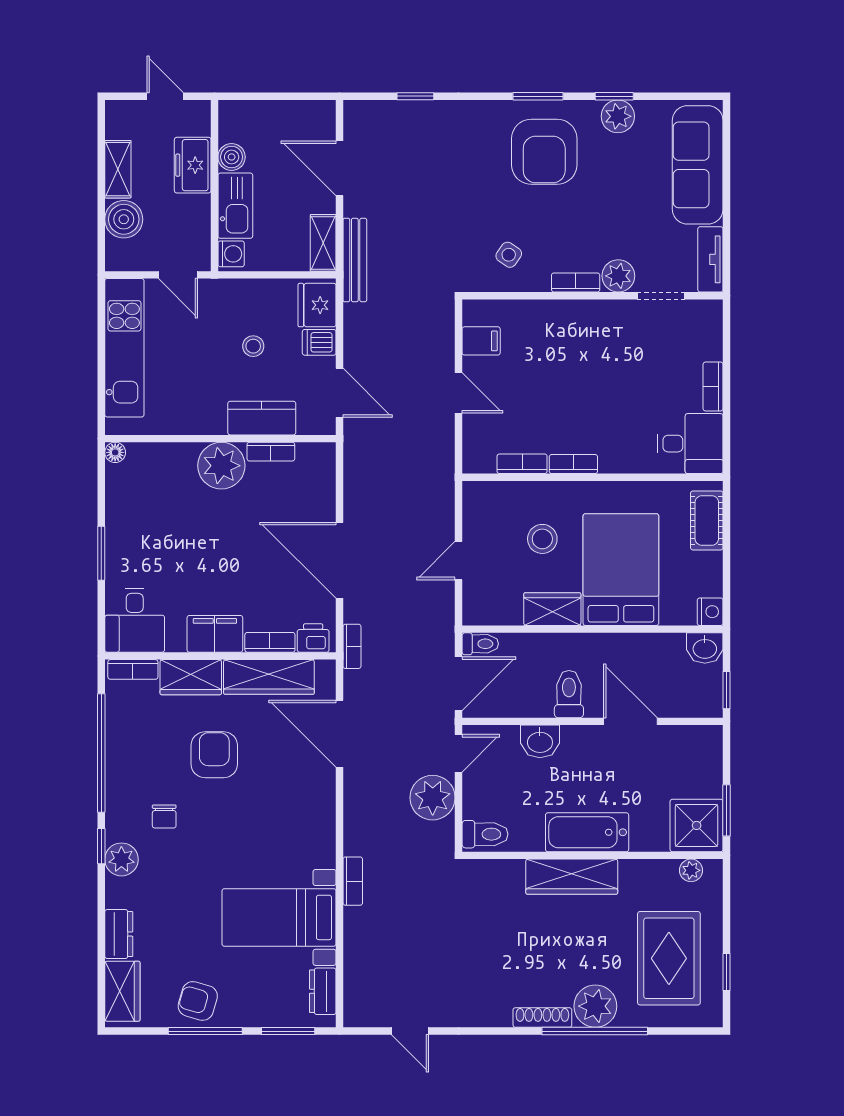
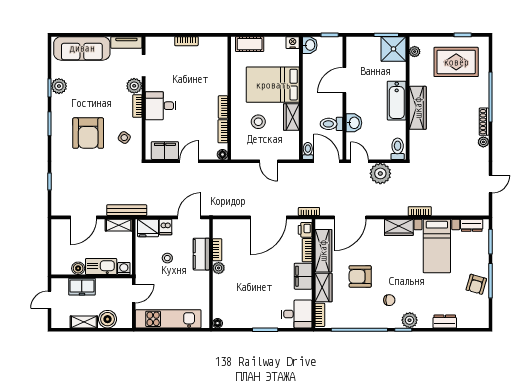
armchair: (544, 152) -> (88, 133), moved, turned 90
filing cabinet: (481, 341) -> (165, 151), width x2.00
desk: (690, 444) -> (161, 106), moved, turned -90
floor lamp: (473, 463) -> (222, 154), added
plant: (221, 466) -> (219, 268), width x0.53, depth x0.53
toilet: (569, 694) -> (332, 124), moved
wardrobe: (122, 991) -> (399, 227), moved, turned 180
plant: (595, 1006) -> (483, 142), moved, width x0.53, depth x0.53

